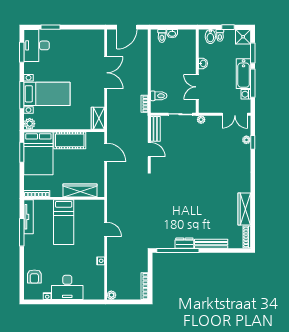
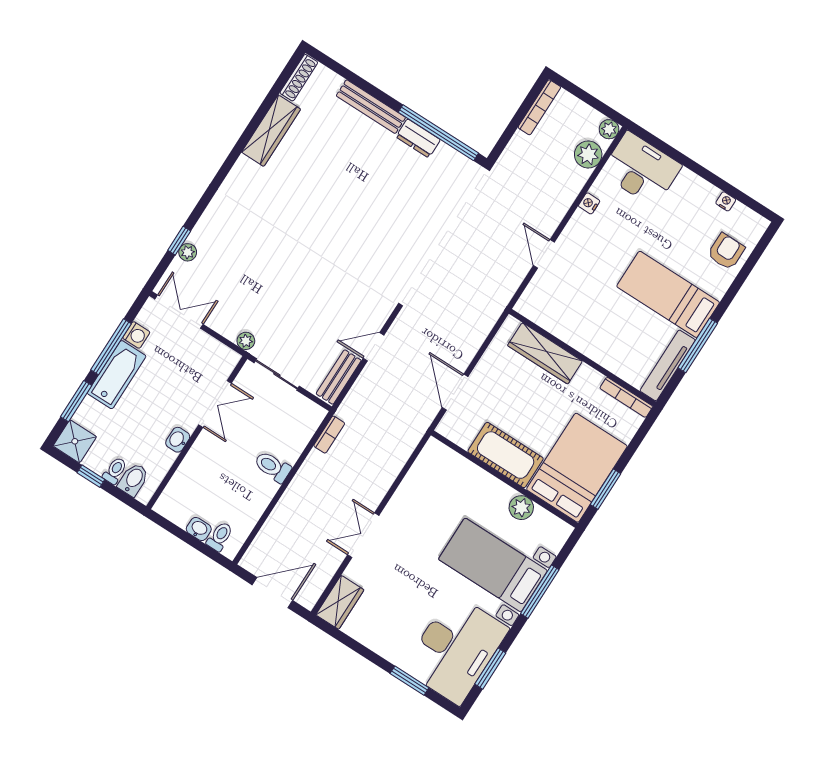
desk: (37, 45) -> (456, 649), width x1.36, depth x1.30
double door: (106, 73) -> (363, 535), width x0.73
toilet: (159, 96) -> (273, 467), moved
wardrobe: (98, 118) -> (340, 602), moved
plant: (30, 124) -> (521, 508), moved
door: (149, 150) -> (374, 347), hinge flipped
bed: (64, 222) -> (668, 294), moved, turned -90
plant: (113, 280) -> (588, 154), added
desk: (67, 287) -> (641, 169), moved

